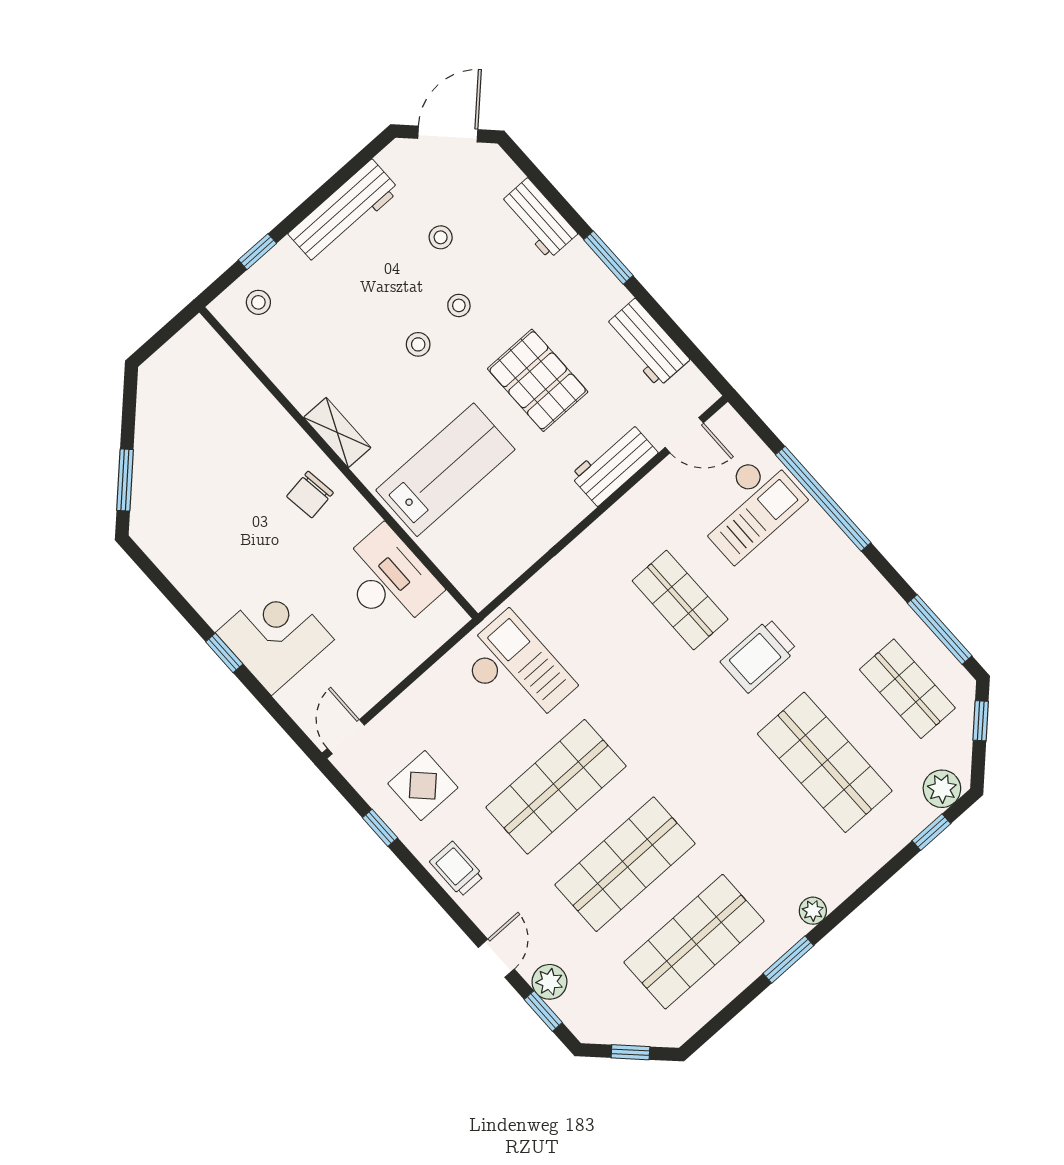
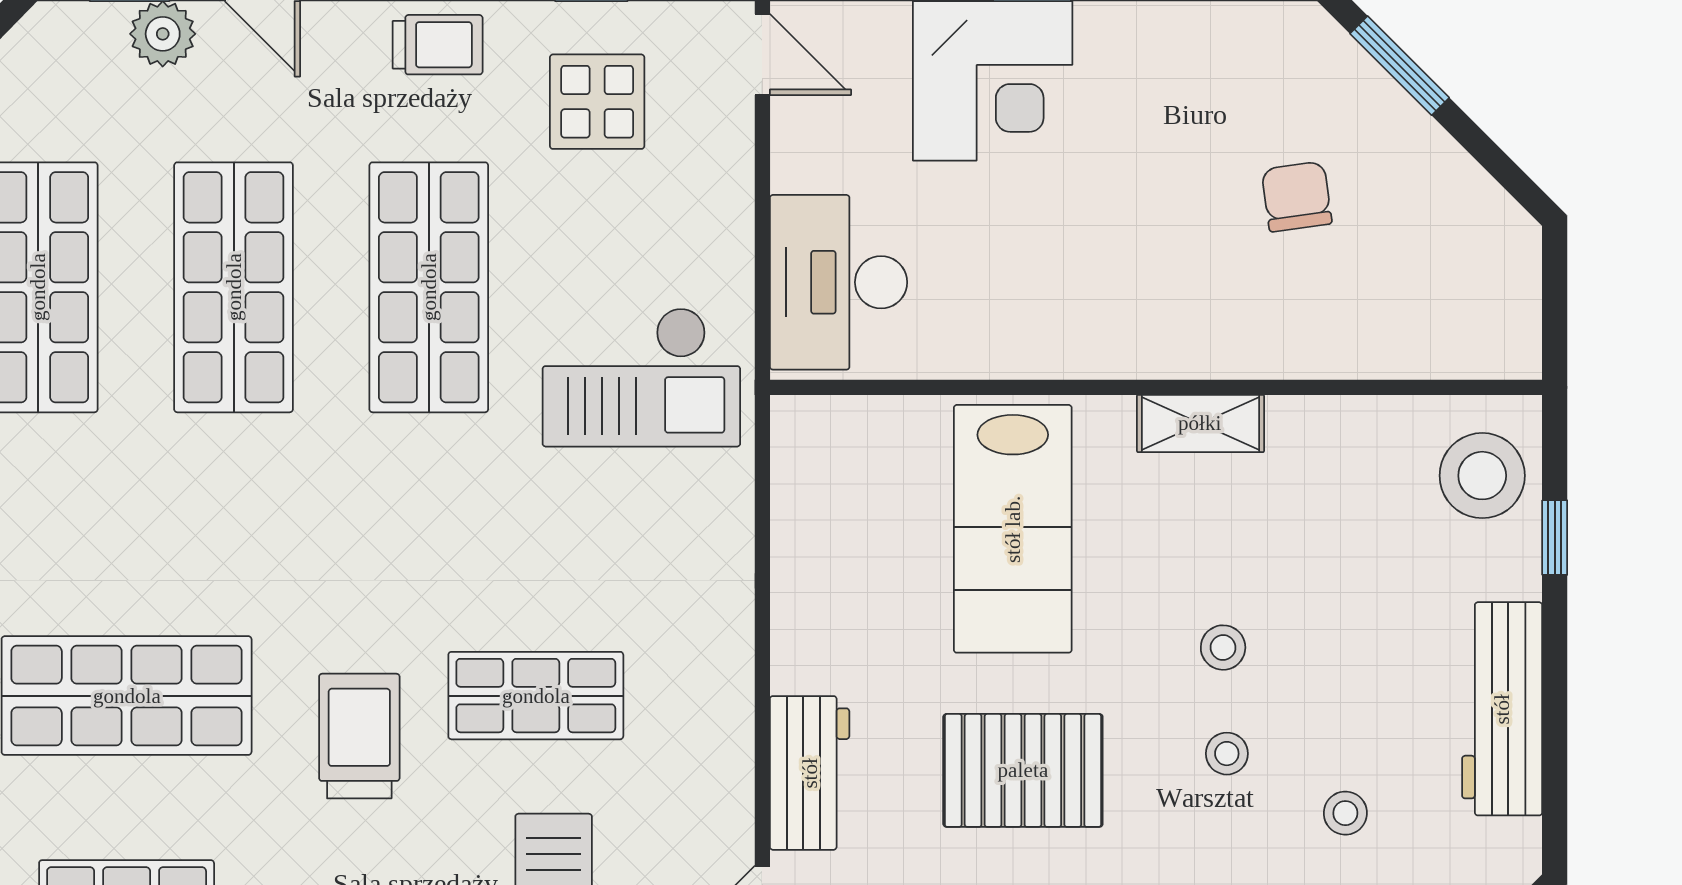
stool: (258, 302) -> (1482, 476), width x1.89, depth x1.89
chair: (310, 495) -> (1297, 197), moved
desk: (388, 579) -> (838, 282), moved, turned 90

